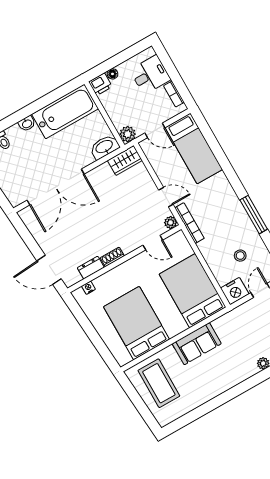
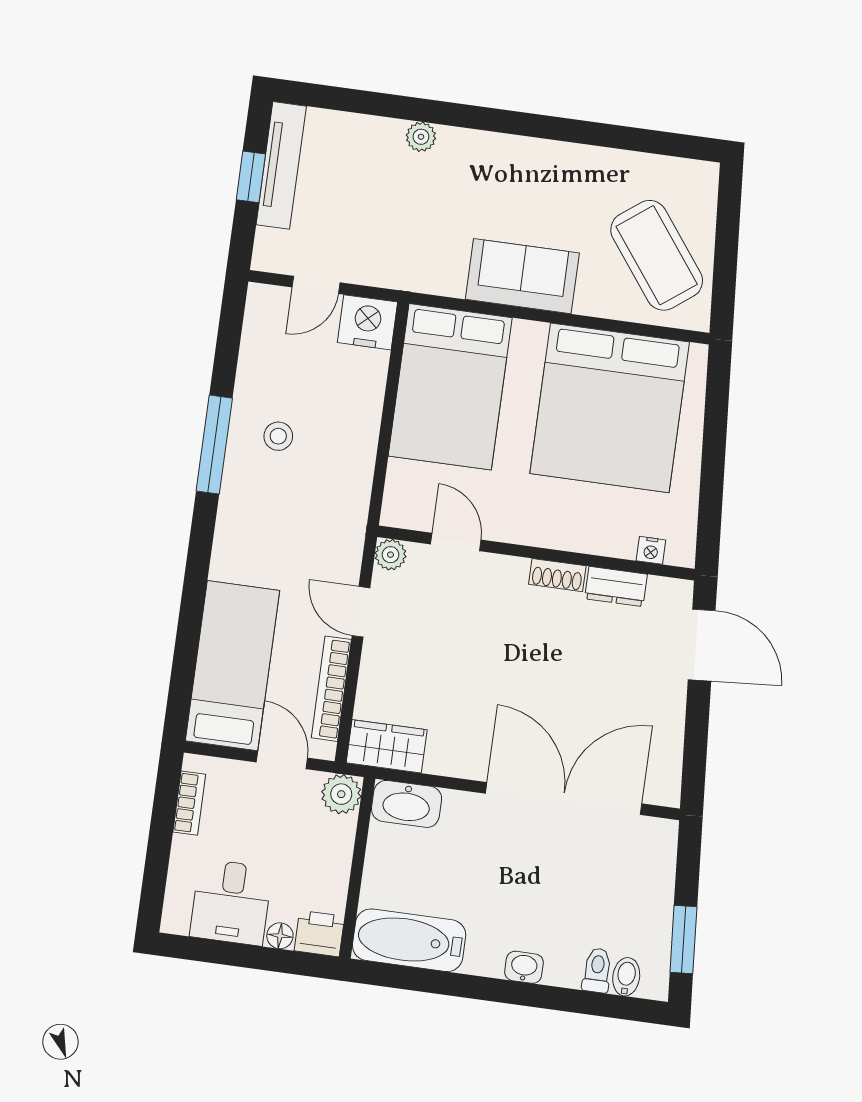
desk: (150, 75) -> (231, 902), moved, turned -90
bathtub: (65, 111) -> (409, 940), width x0.73, depth x0.73
bookcase: (190, 223) -> (331, 689), moved
stool: (240, 256) -> (278, 436), moved
bed: (137, 323) -> (610, 408), width x1.36
coffee table: (159, 383) -> (657, 255), turned -37

